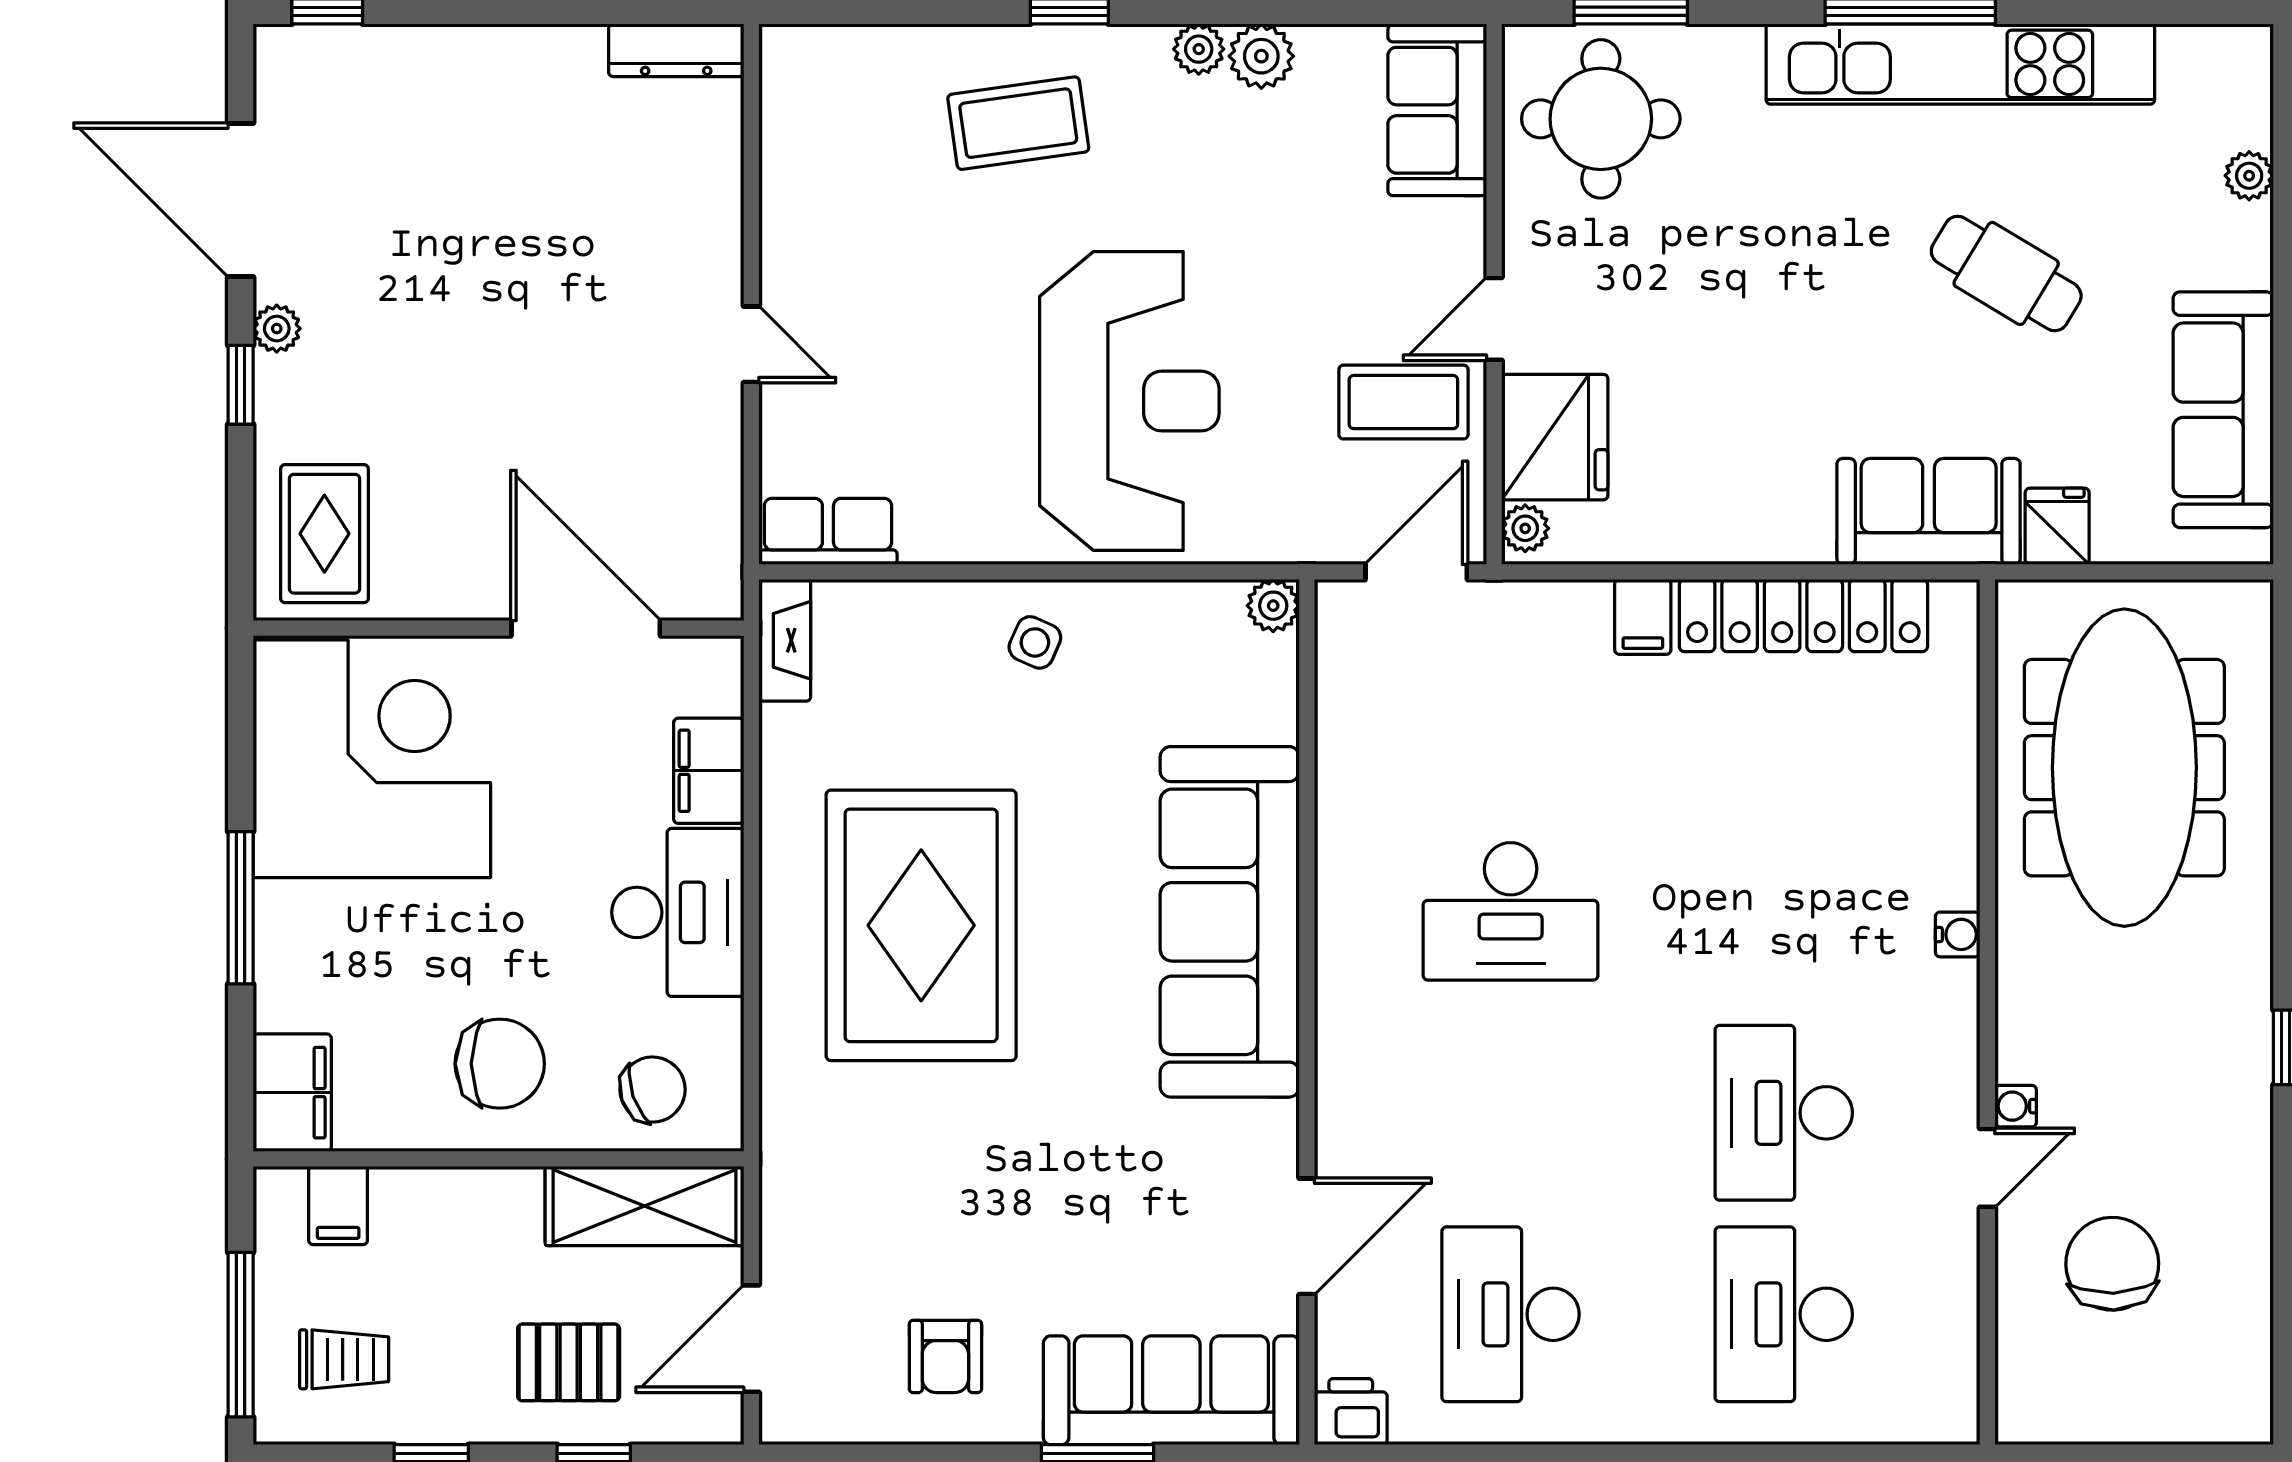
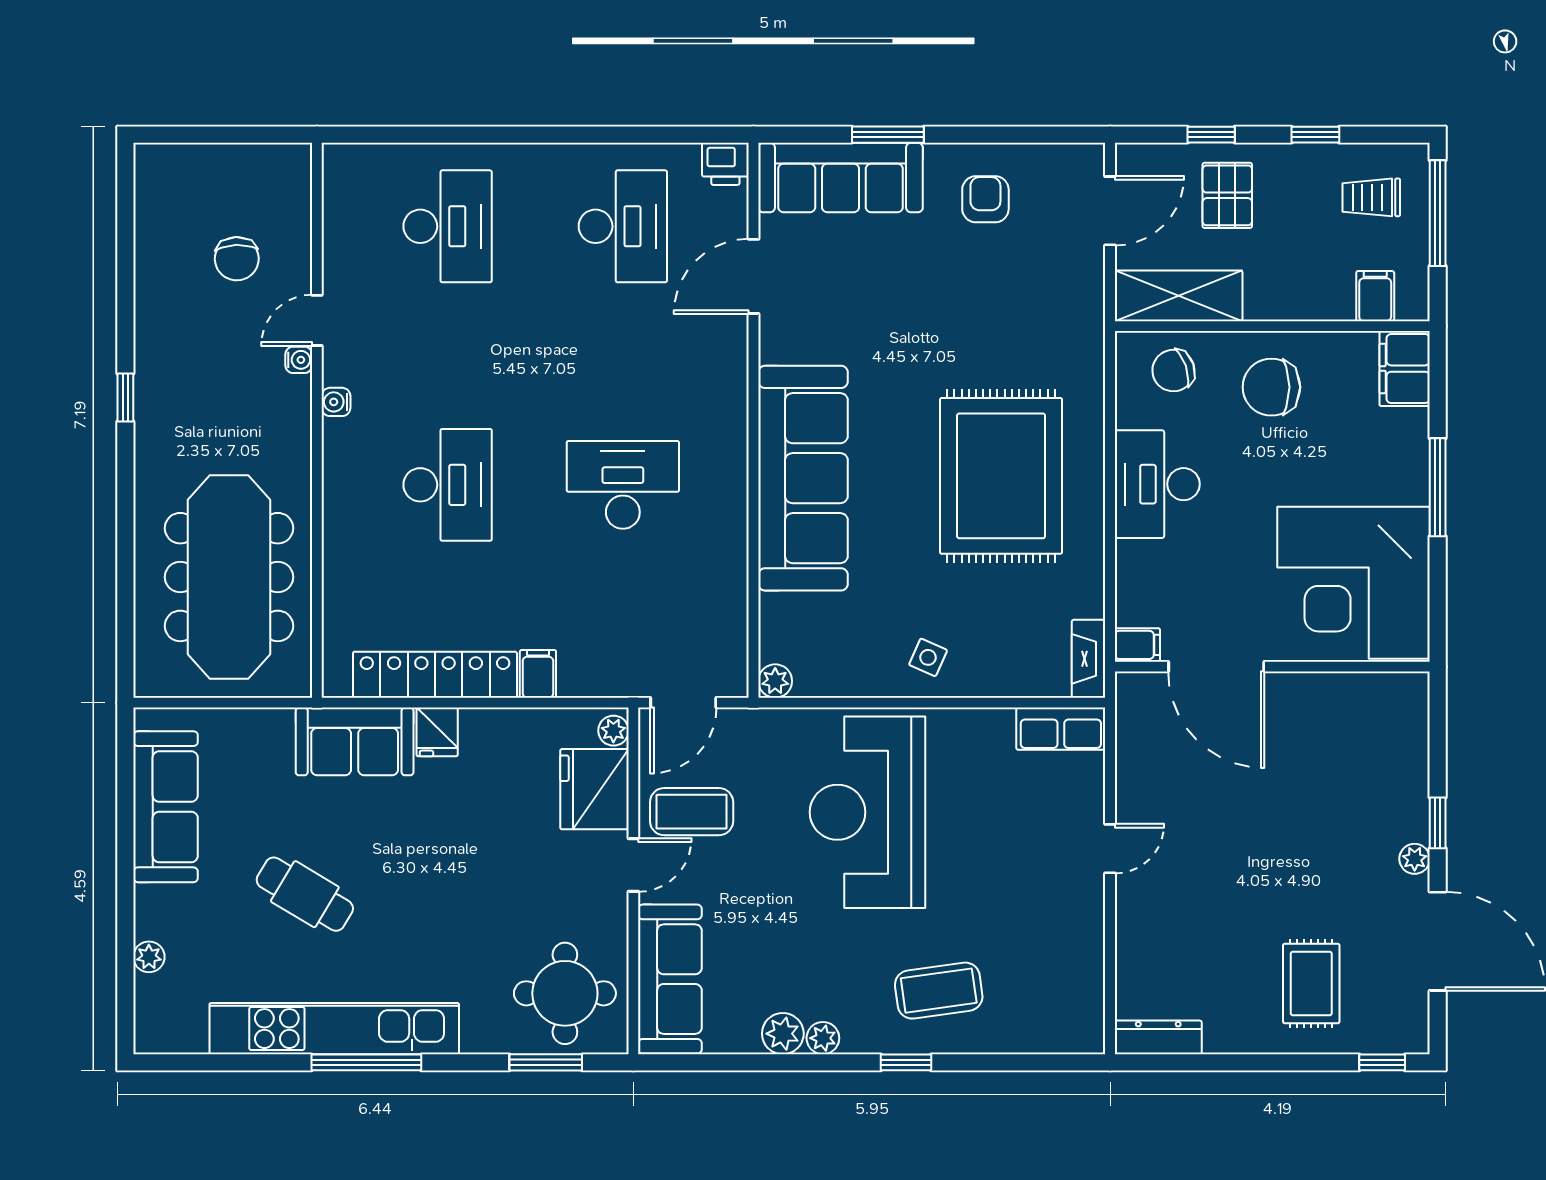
sofa: (1437, 110) -> (670, 979), width x1.36
door: (751, 344) -> (1110, 849), swing flipped
fridge: (2057, 526) -> (437, 732), moved
rug: (324, 534) -> (1311, 983), moved
filing cabinet: (709, 771) -> (1137, 645), moved, width x0.50
water cooler: (1958, 934) -> (336, 402), moved
desk: (1784, 1113) -> (448, 485), moved
chair: (2112, 1264) -> (237, 259), width x0.73, depth x0.73
pallet: (569, 1362) -> (1227, 195), turned 90

